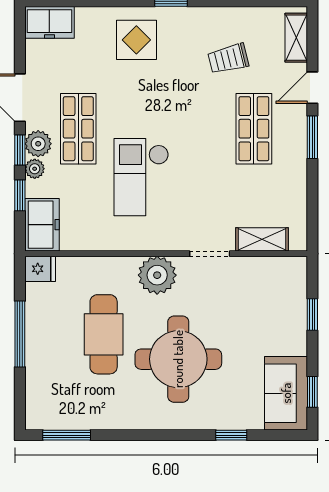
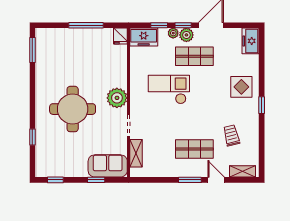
cafe table: (104, 334) -> (86, 70), removed
sofa: (286, 393) -> (108, 166), moved

